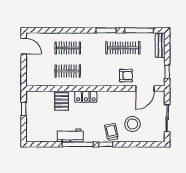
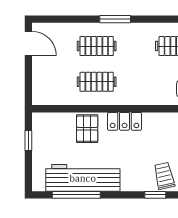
window: (106, 30) -> (115, 19), moved
workbench: (70, 135) -> (83, 178), width x1.88, depth x1.32
window: (78, 144) -> (76, 195), moved

